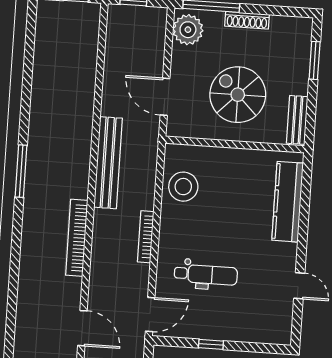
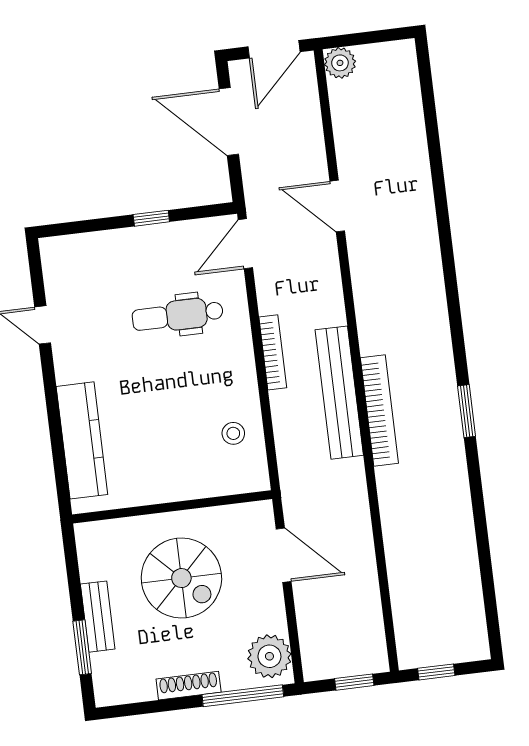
bench: (297, 120) -> (98, 617), moved
bench: (108, 163) -> (339, 393), moved
window: (21, 171) -> (467, 411), width x0.69
stool: (183, 187) -> (233, 433), width x0.53, depth x0.53
bookcase: (77, 238) -> (379, 410), moved

